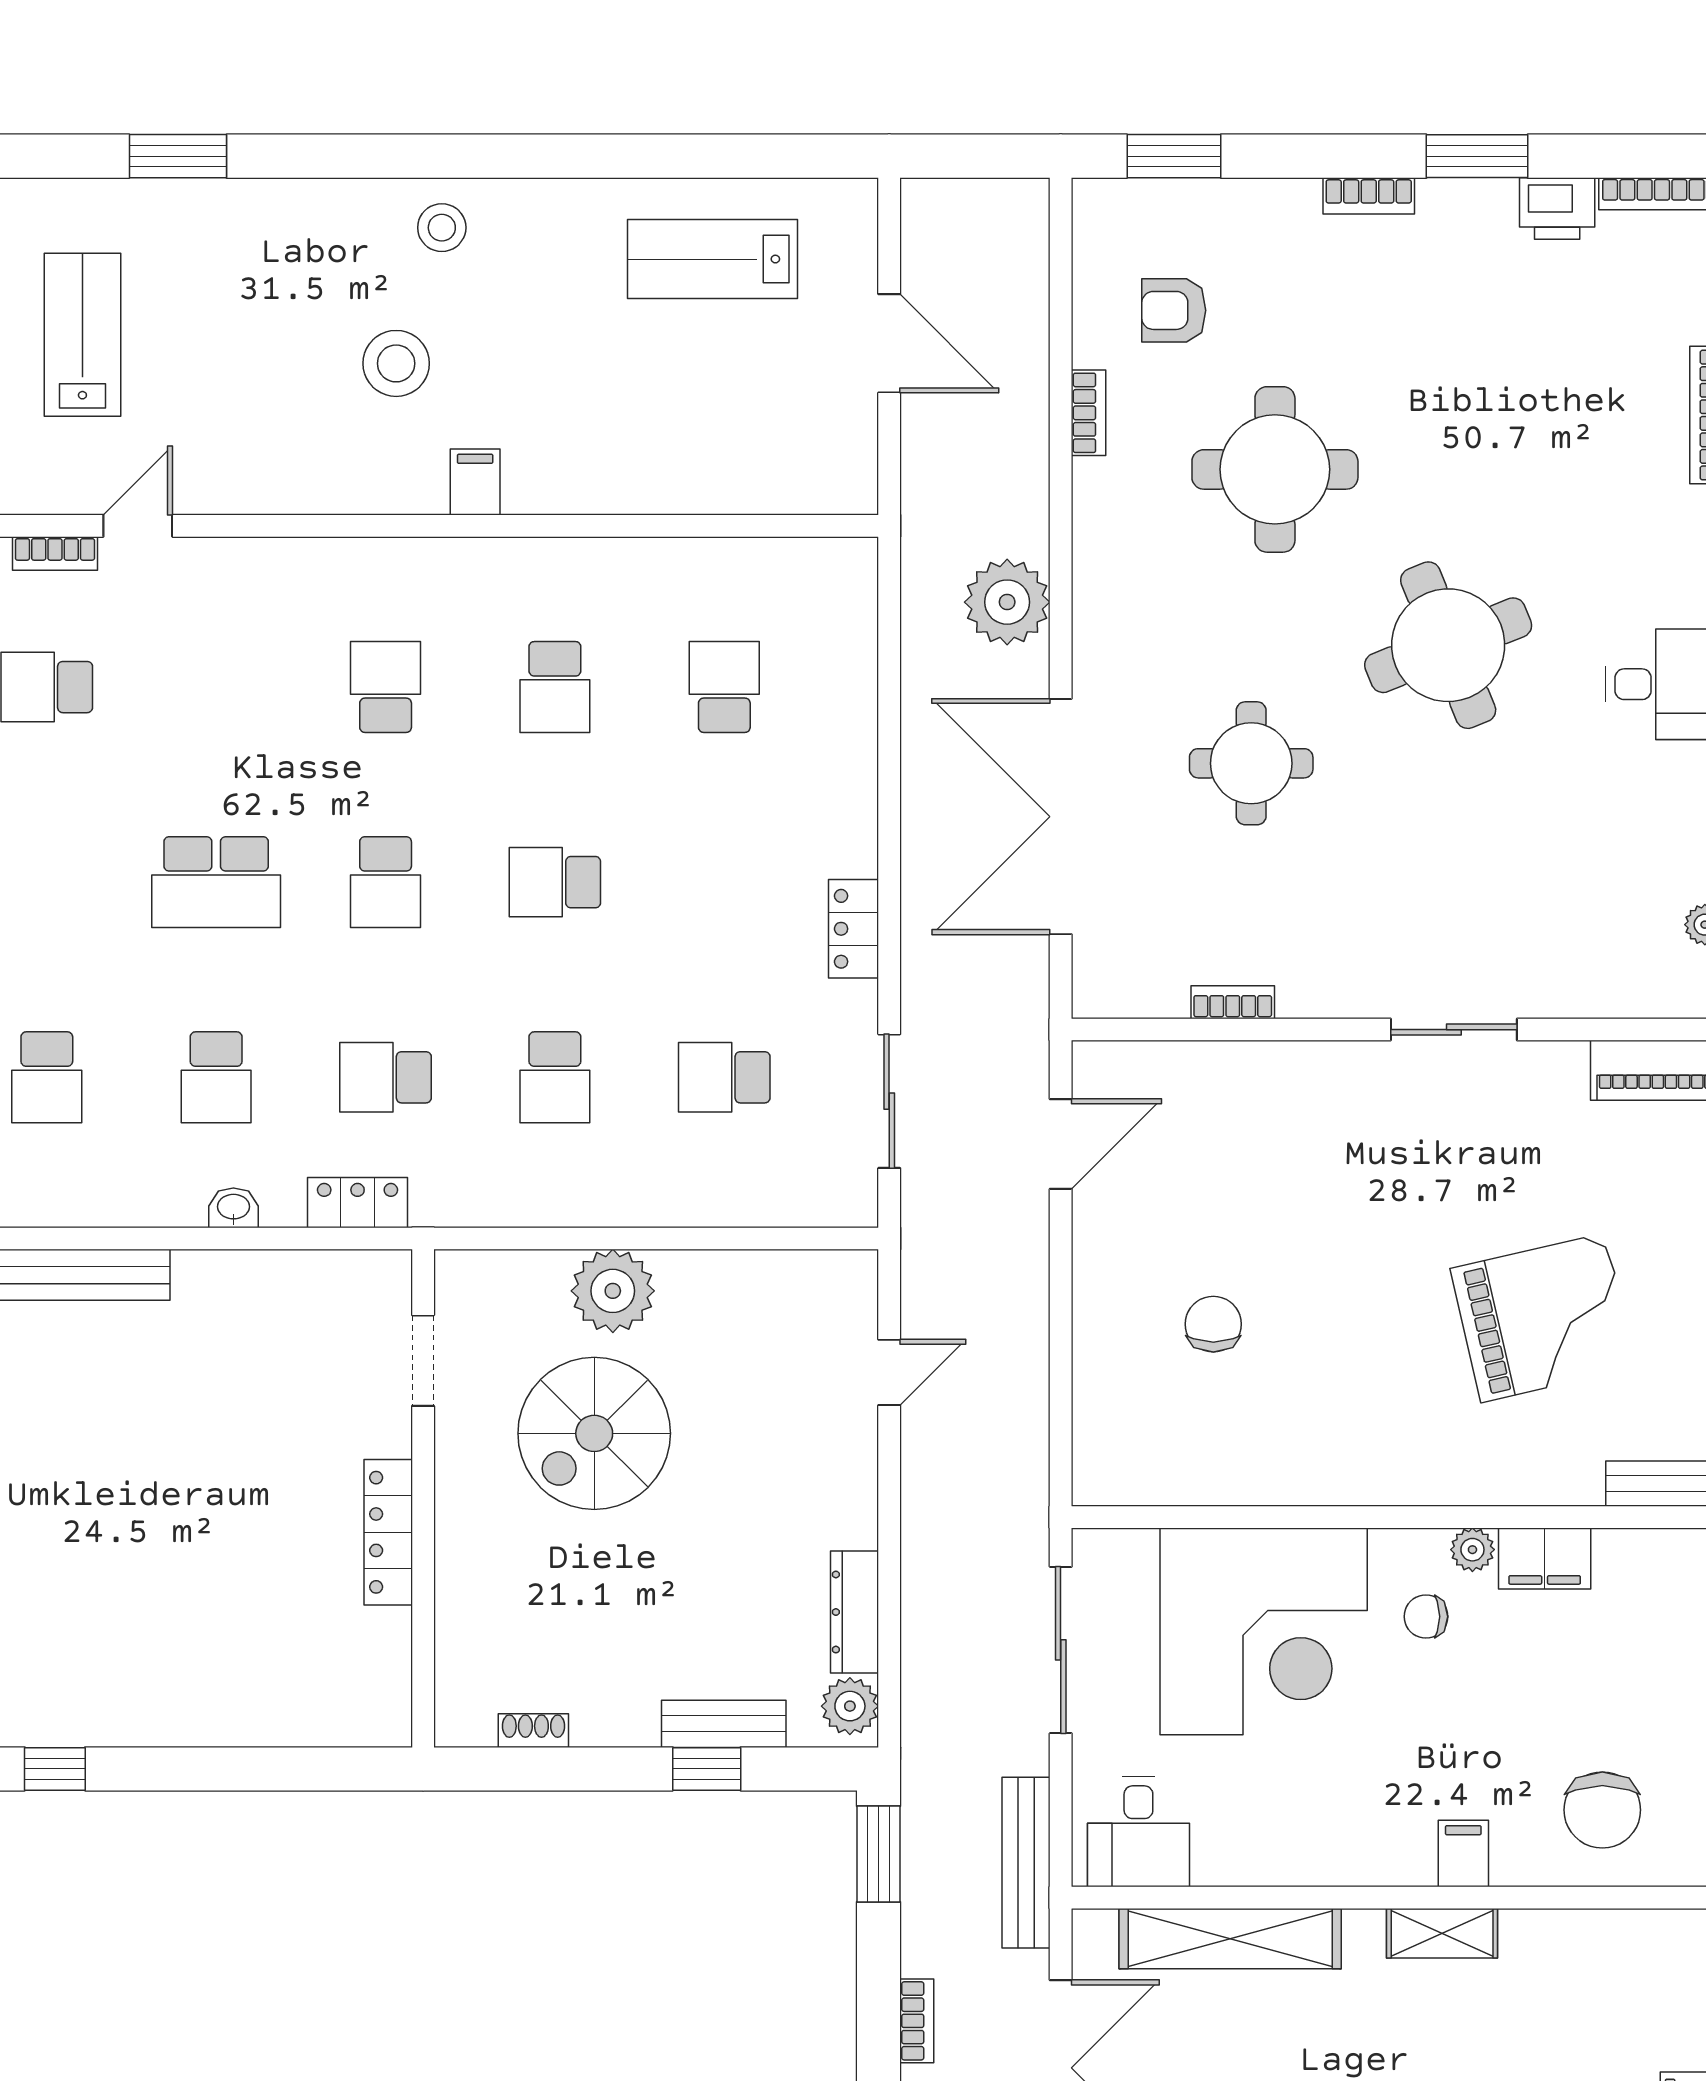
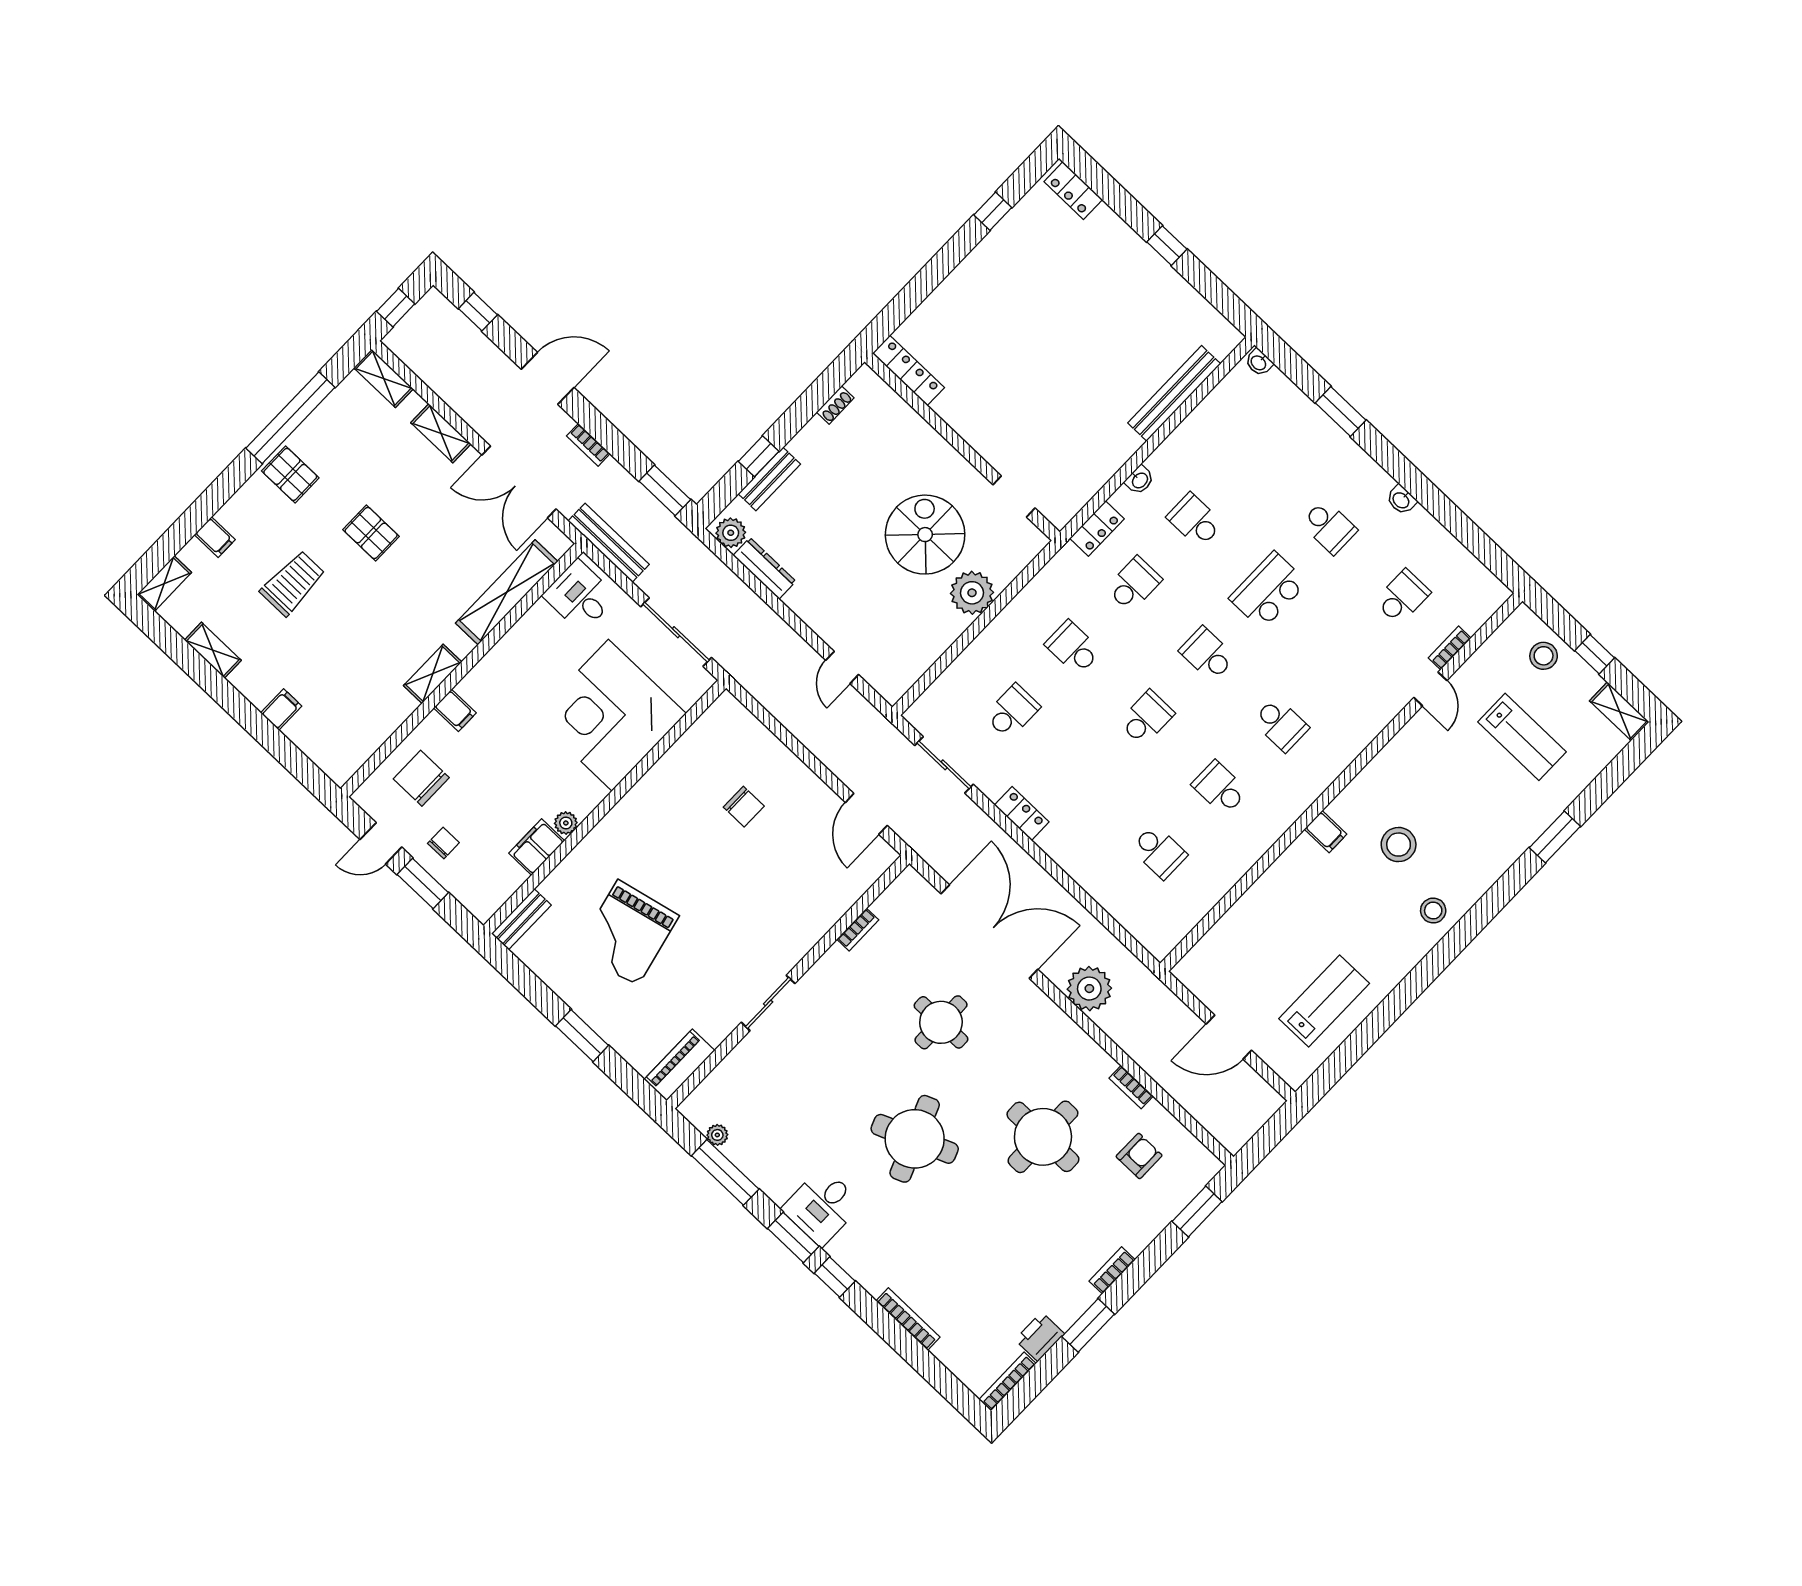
school desk: (47, 1077) -> (1329, 527), moved, turned 180
locker: (388, 1532) -> (908, 370), moved
chair: (1426, 1617) -> (443, 843), moved

